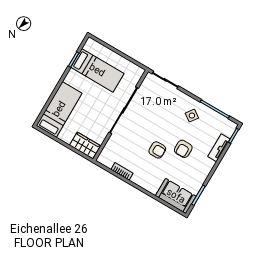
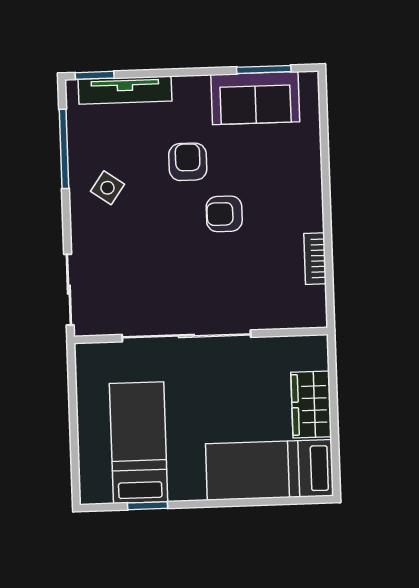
wardrobe: (85, 145) -> (311, 404), moved
tv unit: (219, 148) -> (125, 90), width x1.41
armchair: (183, 149) -> (188, 162), turned -90
armchair: (157, 150) -> (224, 214), turned -90
sofa: (176, 196) -> (255, 98), moved, turned -90

